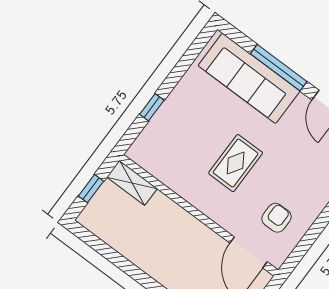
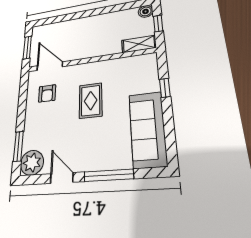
sofa: (249, 78) -> (148, 129), moved, turned -90
boiler: (89, 218) -> (146, 11), added

